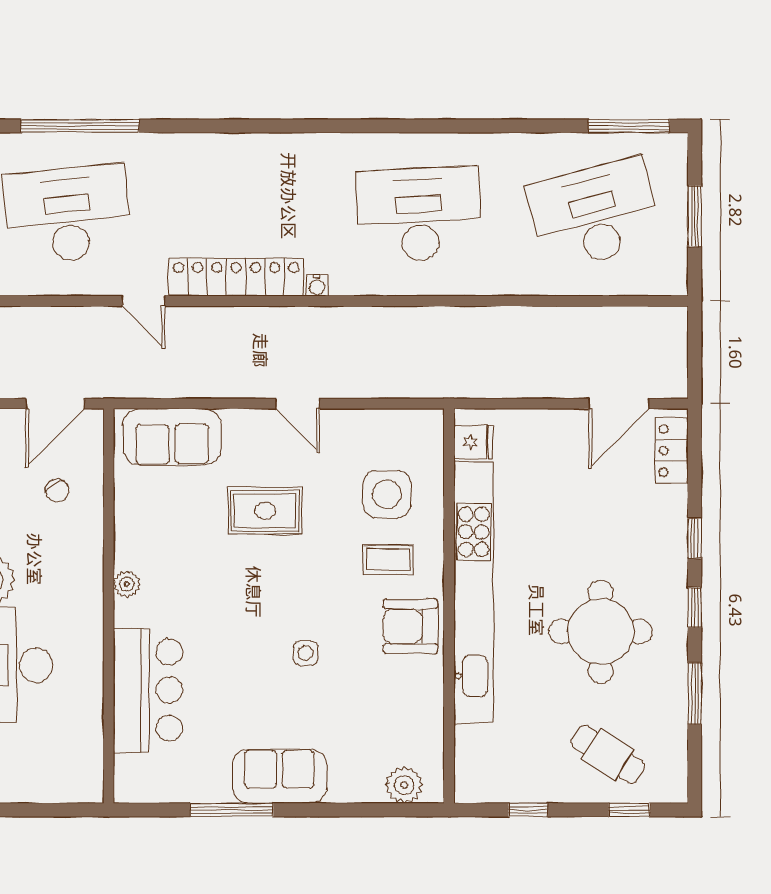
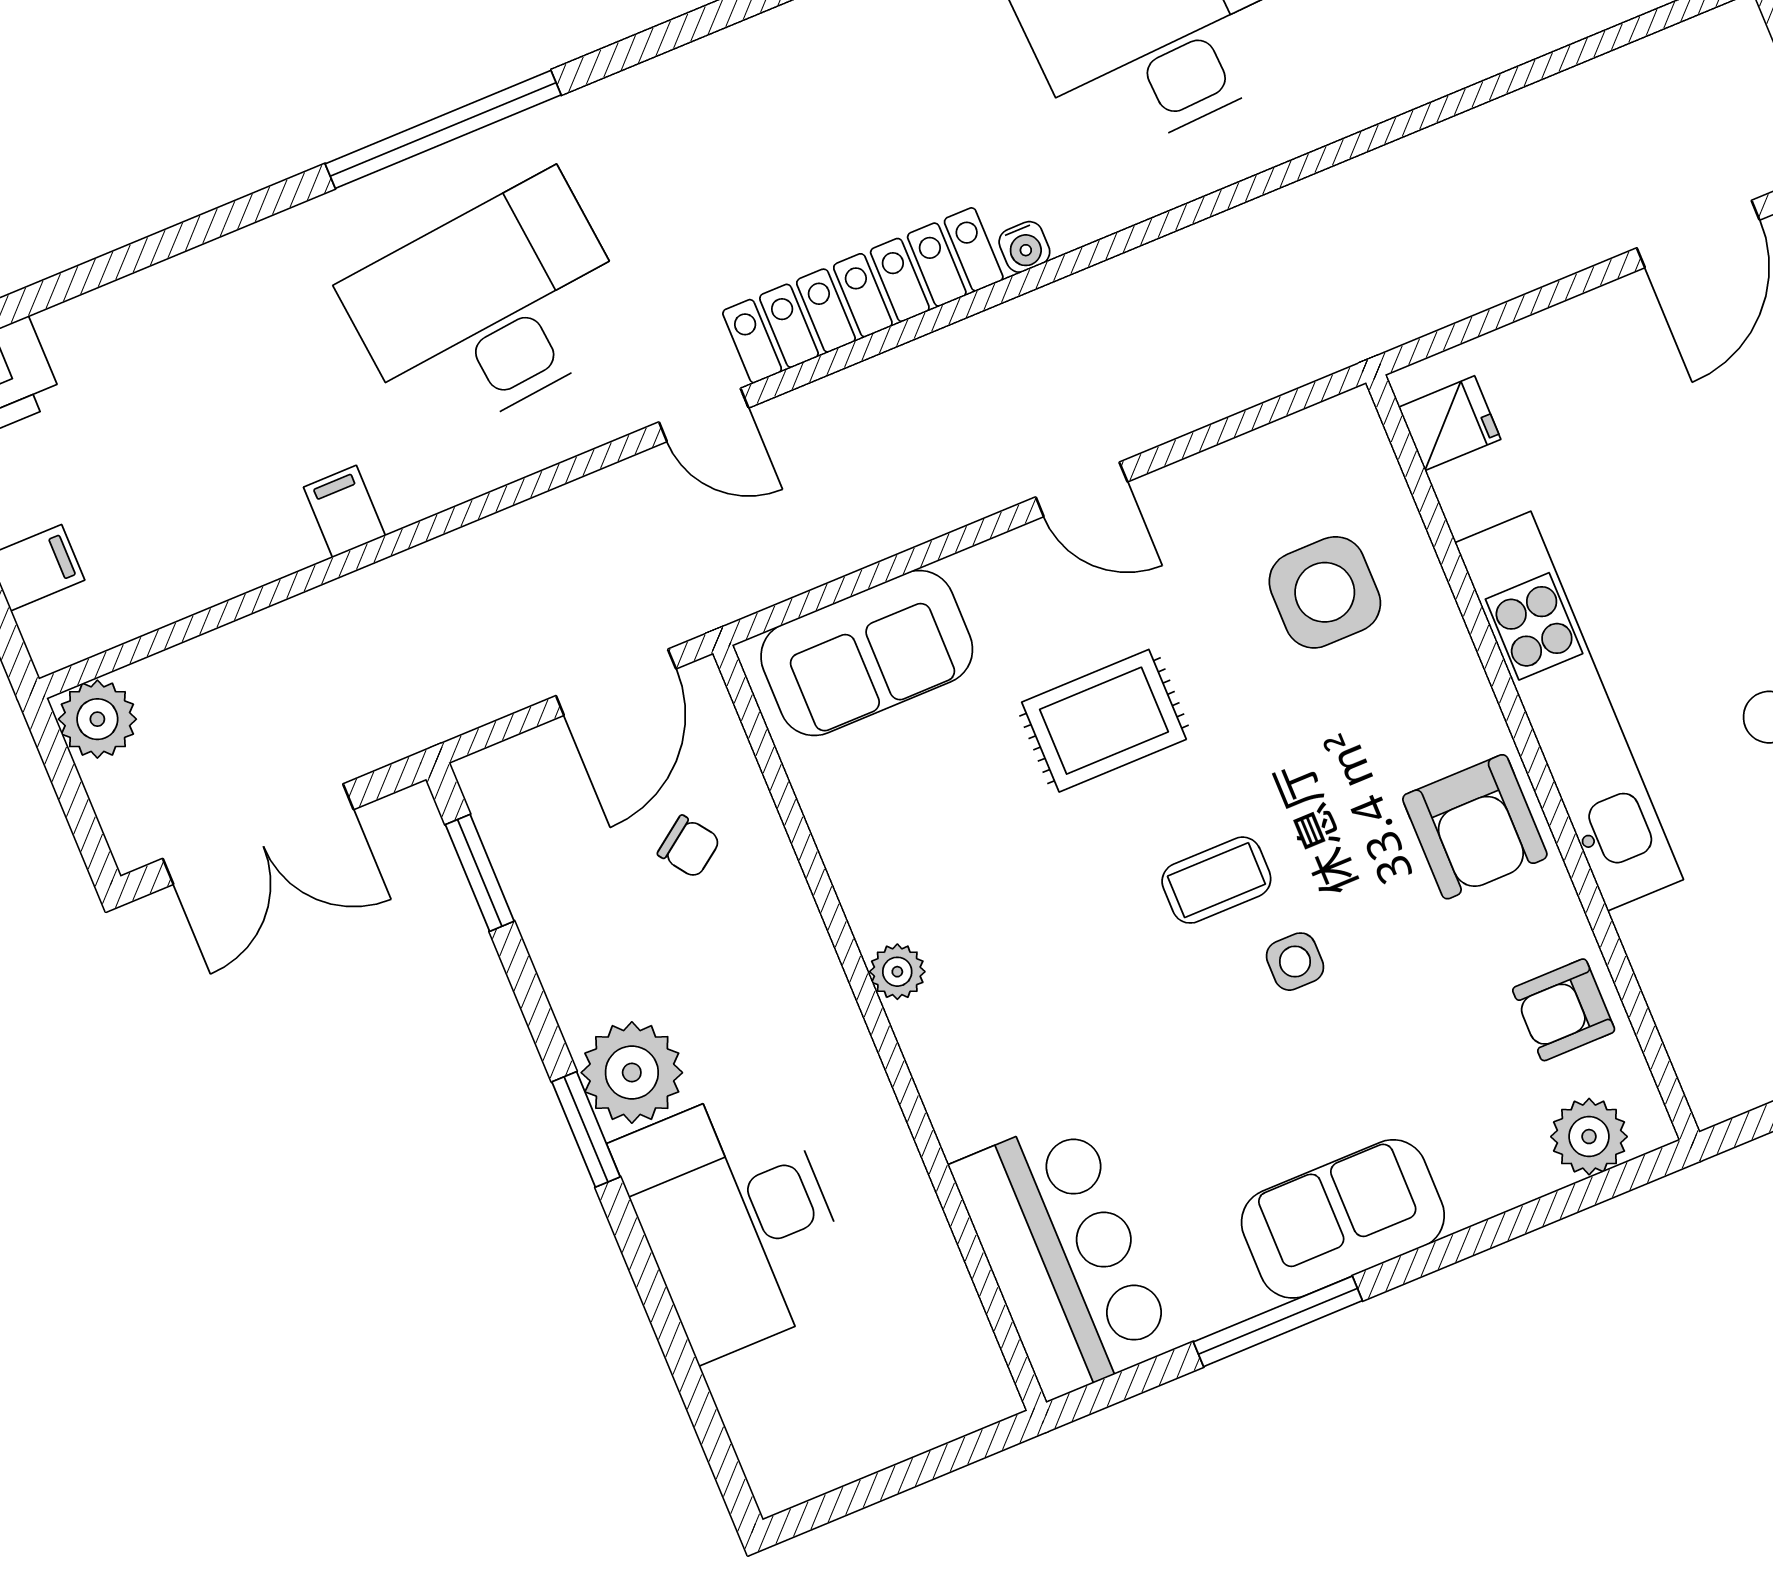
coffee table: (388, 560) -> (1216, 880), moved
kitchen unit: (474, 592) -> (1569, 711), width x0.73
armchair: (410, 626) -> (1475, 827), turned -90
bar counter: (148, 690) -> (1063, 1257), moved
armchair: (416, 724) -> (1564, 1010), added

